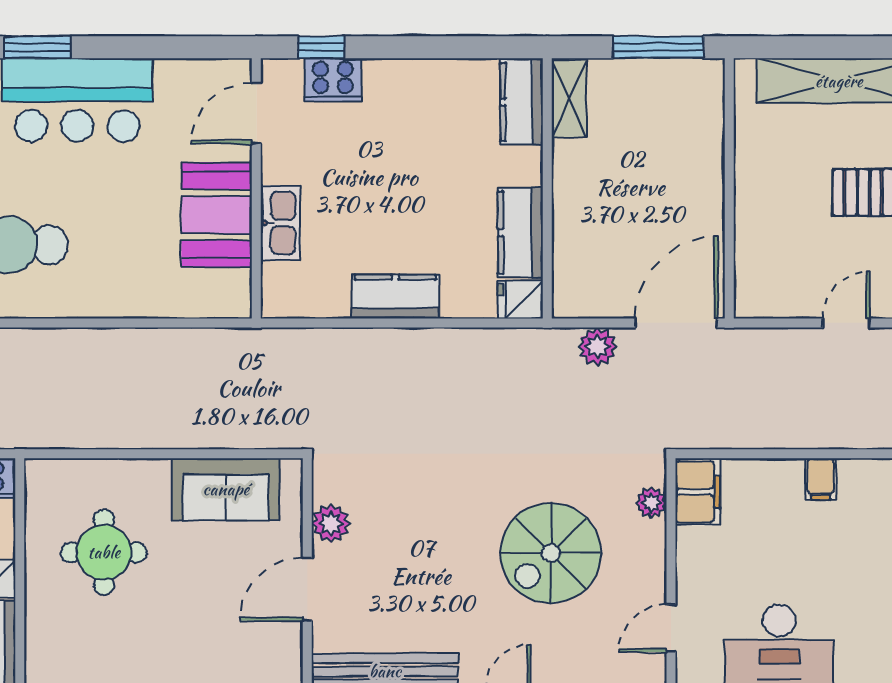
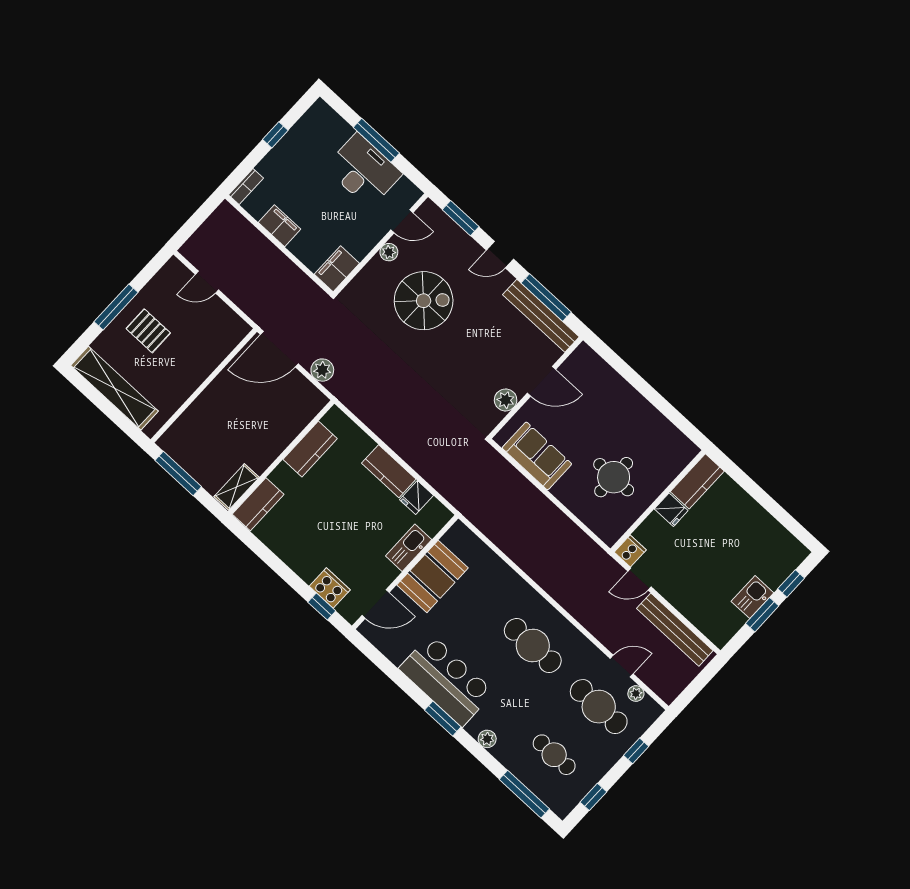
fridge: (520, 300) -> (416, 497), moved, turned 90
filing cabinet: (821, 479) -> (279, 226), width x2.00
plant: (651, 503) -> (389, 252), moved

